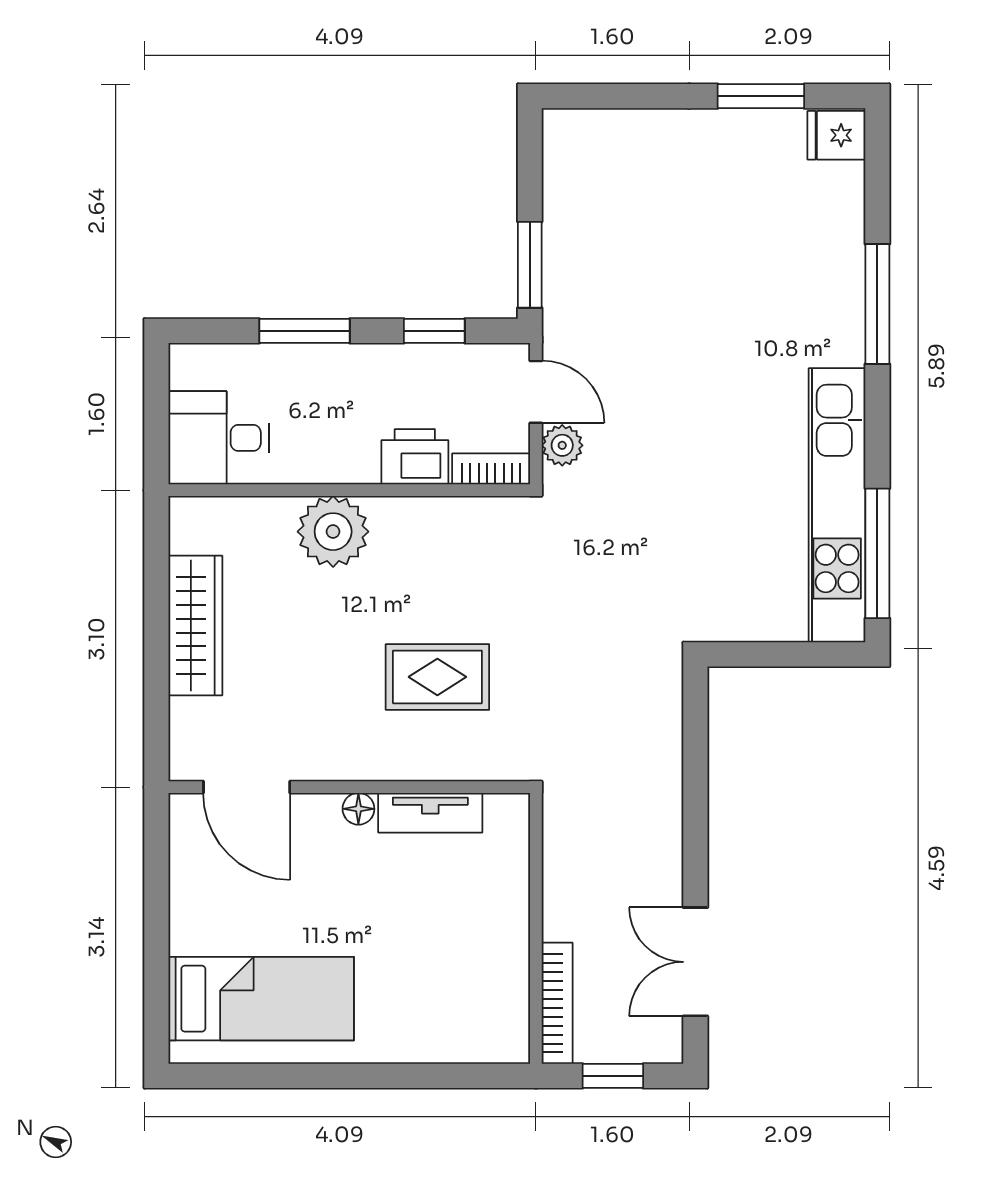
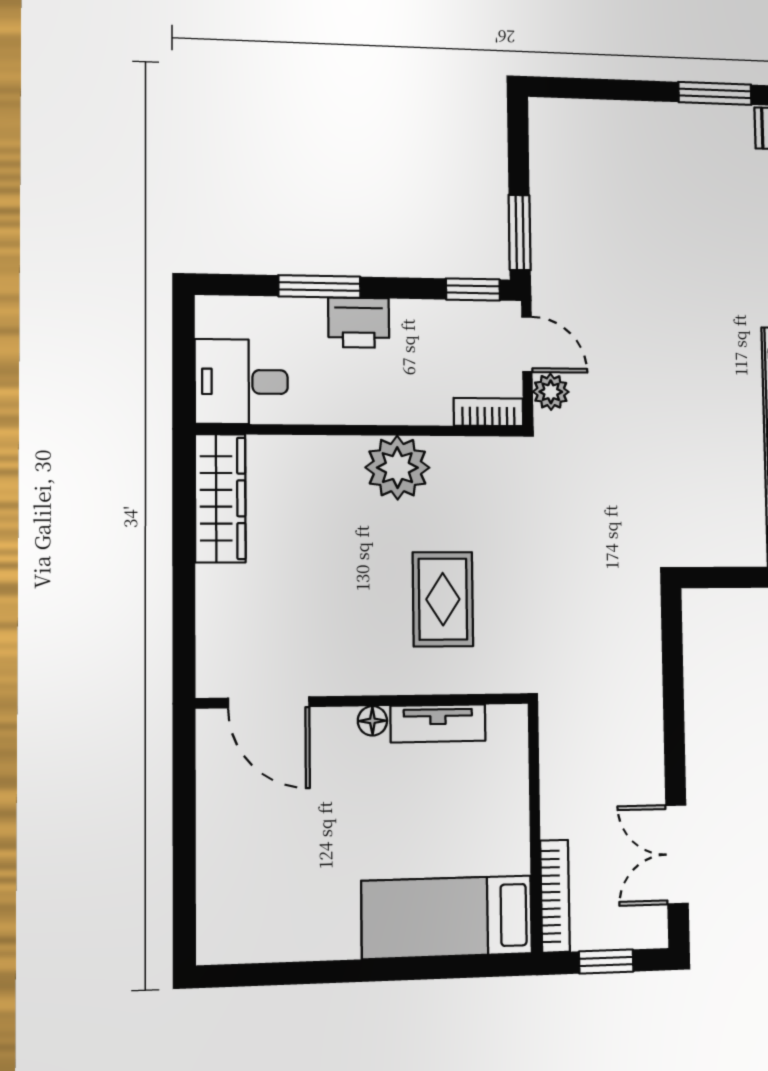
window: (434, 331) -> (473, 289), moved
printer: (415, 457) -> (359, 323), moved, turned 180
plant: (333, 532) -> (397, 468), moved
wardrobe: (195, 626) -> (220, 498), moved
rug: (437, 677) -> (443, 599), turned 90
bed: (261, 999) -> (447, 917), moved, turned 180

